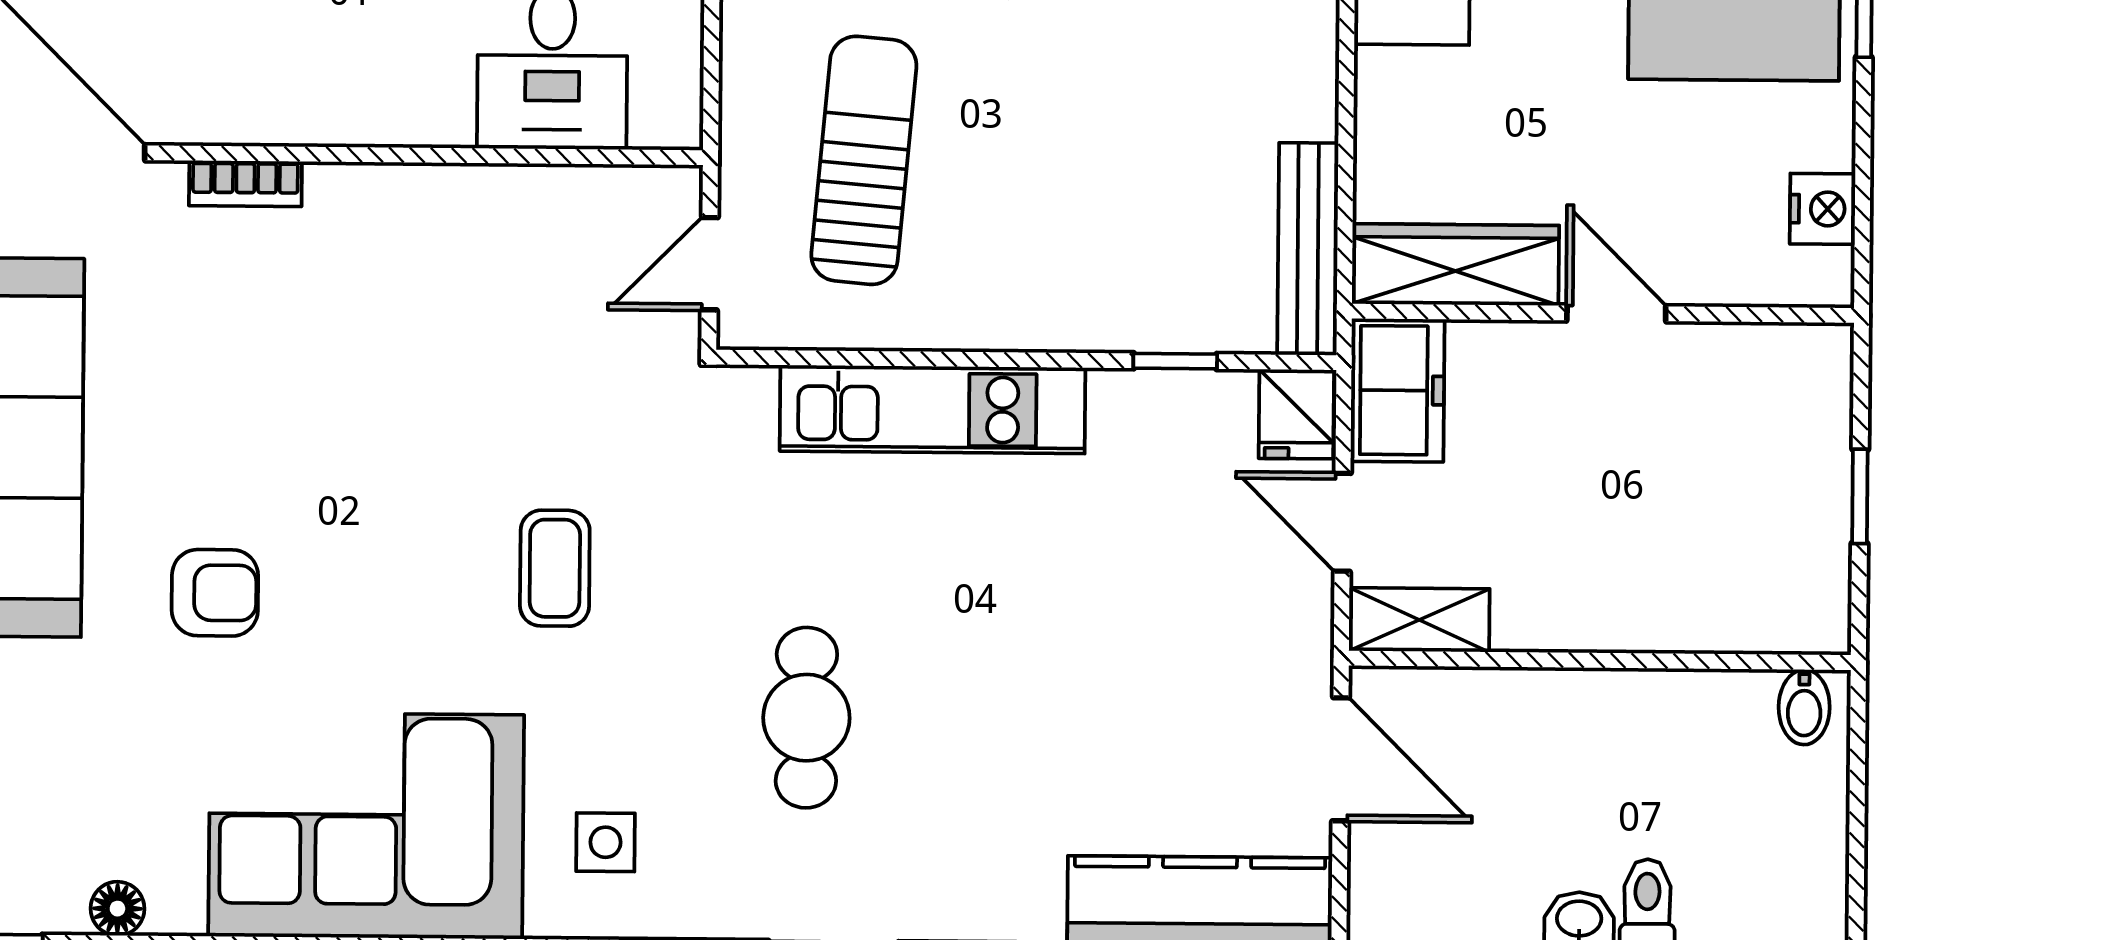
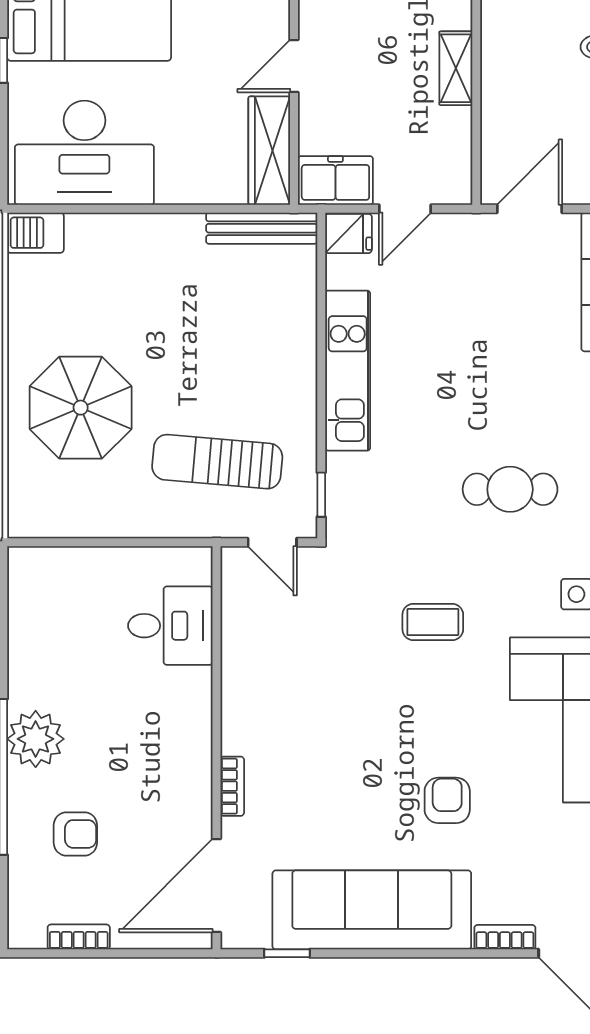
window: (1175, 361) -> (321, 495), moved
kitchen unit: (933, 409) -> (348, 371), moved
shelving: (1419, 620) -> (456, 68), moved

